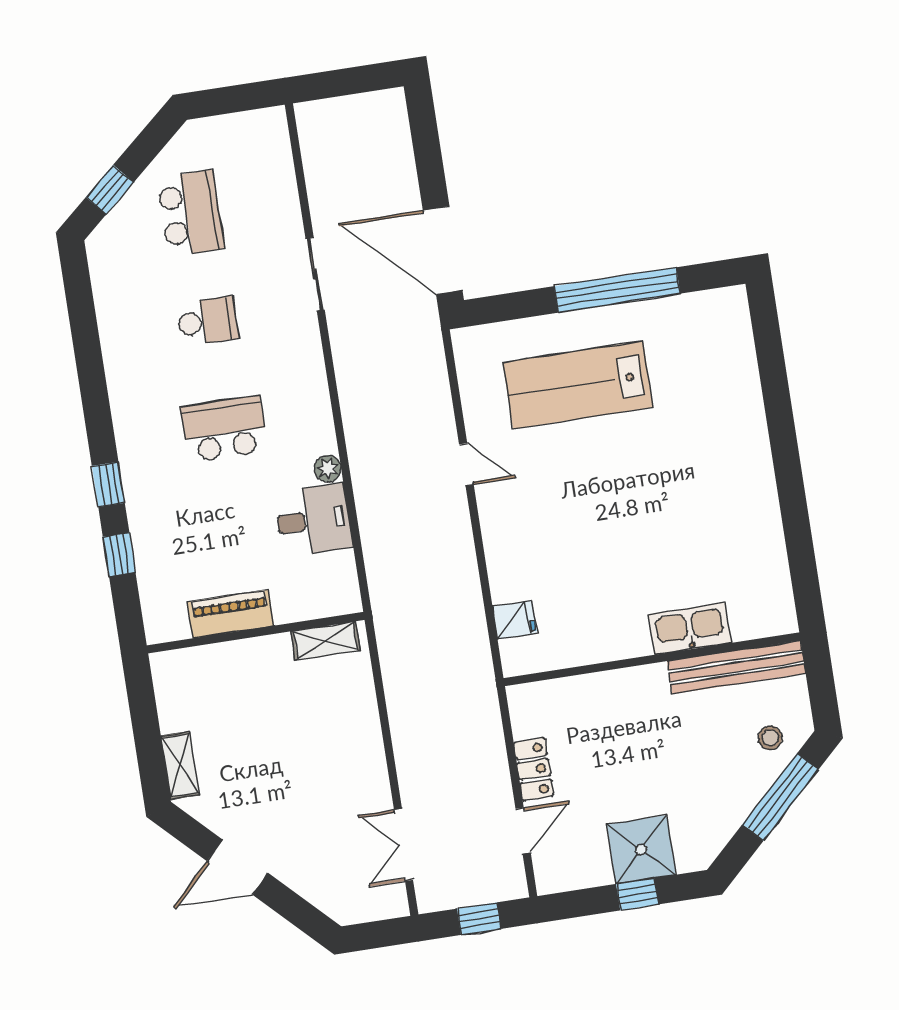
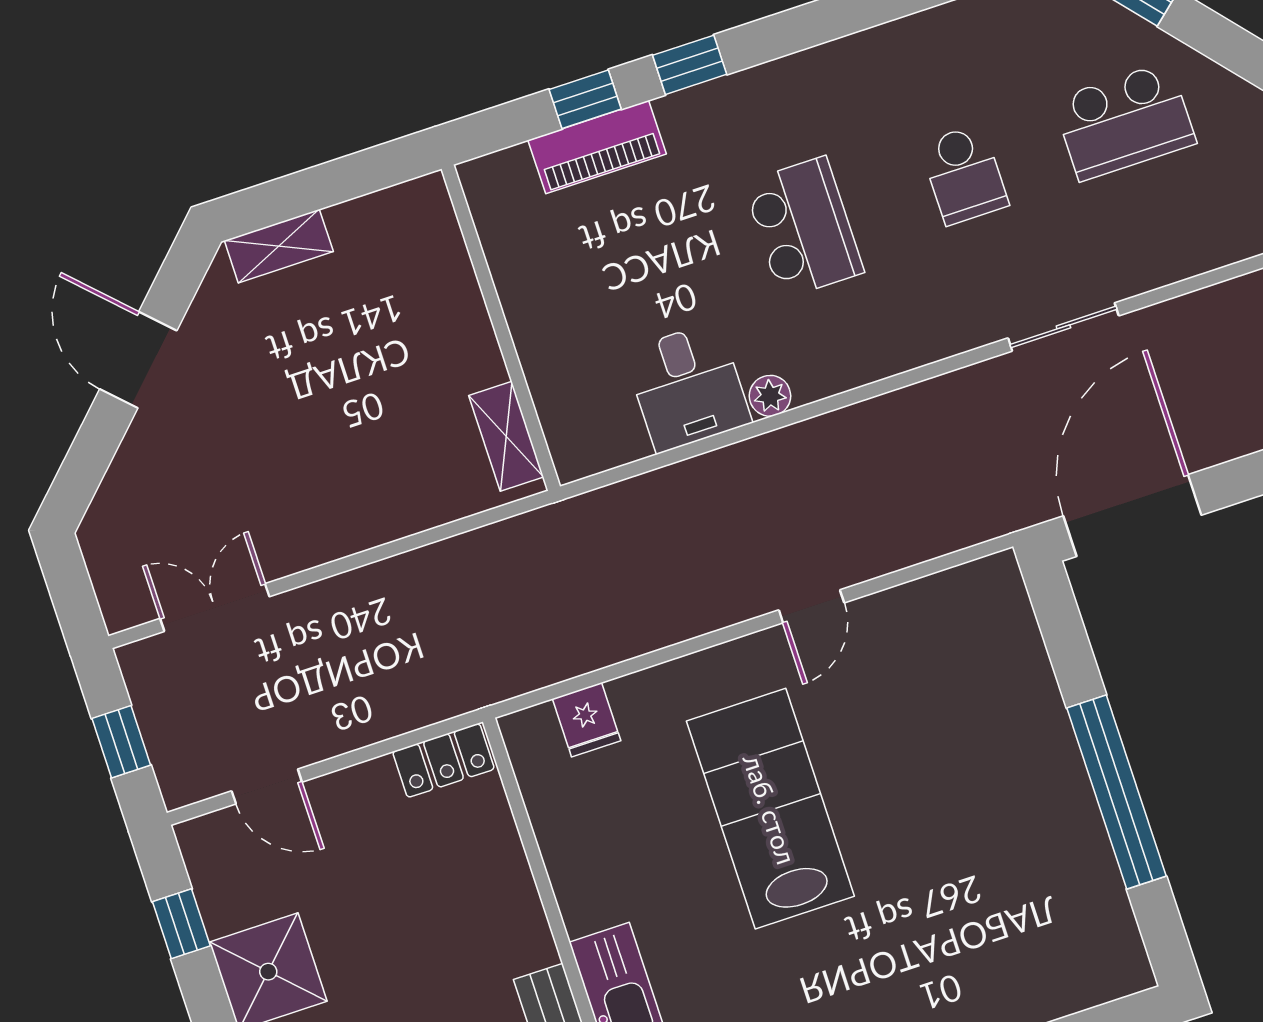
lab bench: (578, 385) -> (770, 809), moved
piano: (231, 614) -> (597, 147), moved, turned 90
locker: (534, 769) -> (443, 760), moved
window: (637, 894) -> (181, 924), moved

